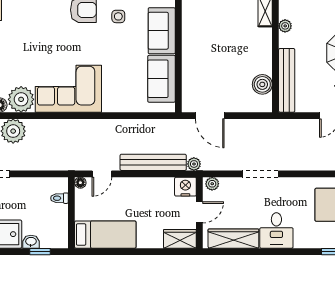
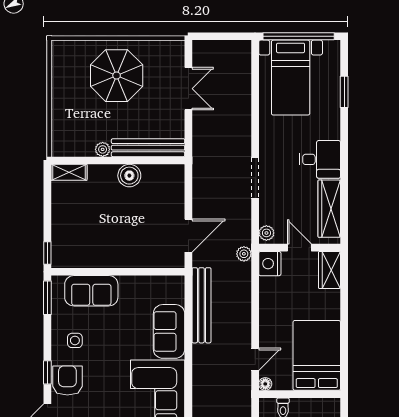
plant: (285, 26) -> (103, 149), moved
sofa: (161, 79) -> (169, 331), moved, turned 90
boiler: (262, 84) -> (129, 176), moved
bench: (153, 162) -> (201, 305), moved
door: (102, 174) -> (255, 359), hinge flipped
bed: (105, 235) -> (317, 355), width x1.50

